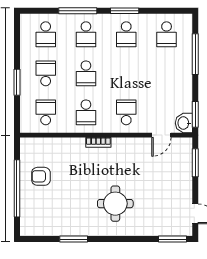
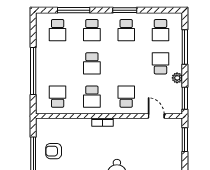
window: (78, 11) -> (74, 10), moved
school desk: (46, 73) -> (160, 63), moved
window: (17, 82) -> (33, 71), width x2.11
plant: (186, 90) -> (177, 78), added
washbasin: (184, 123) -> (175, 106), removed
door: (161, 135) -> (156, 116), swing flipped

